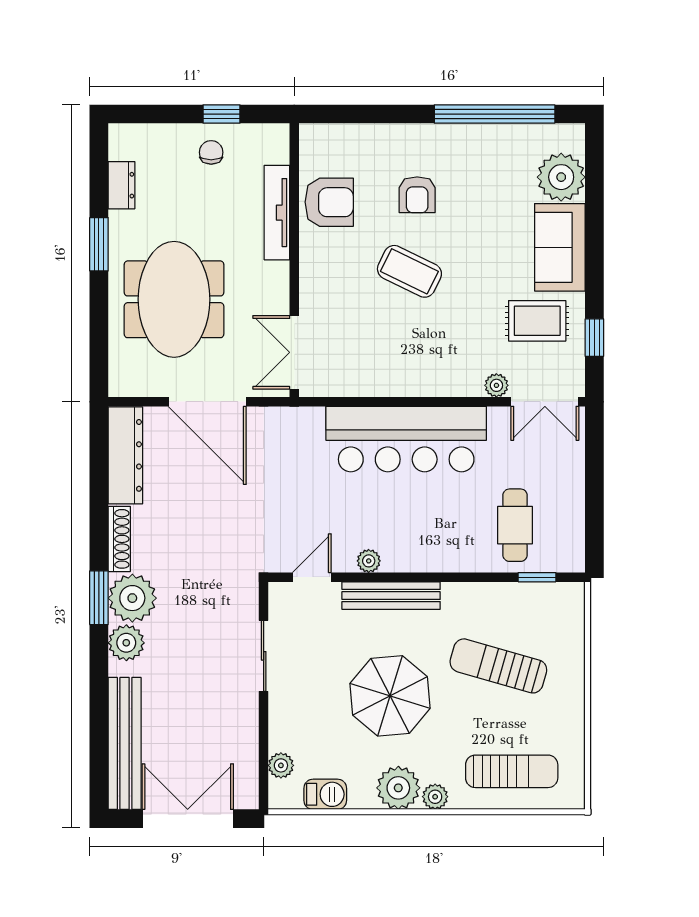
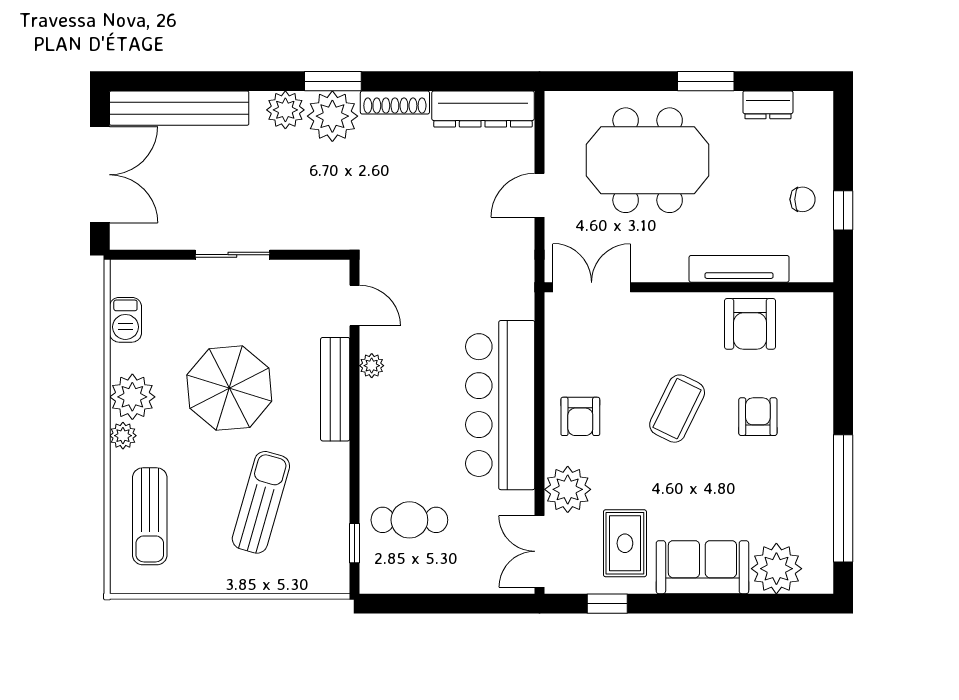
armchair: (417, 195) -> (758, 417), turned 90
armchair: (417, 363) -> (580, 416), added
plant: (496, 385) -> (568, 489), width x1.87, depth x1.87
door: (207, 402) -> (540, 195), width x0.53
sliding door: (264, 656) -> (232, 255), moved
plant: (281, 765) -> (156, 273), removed

